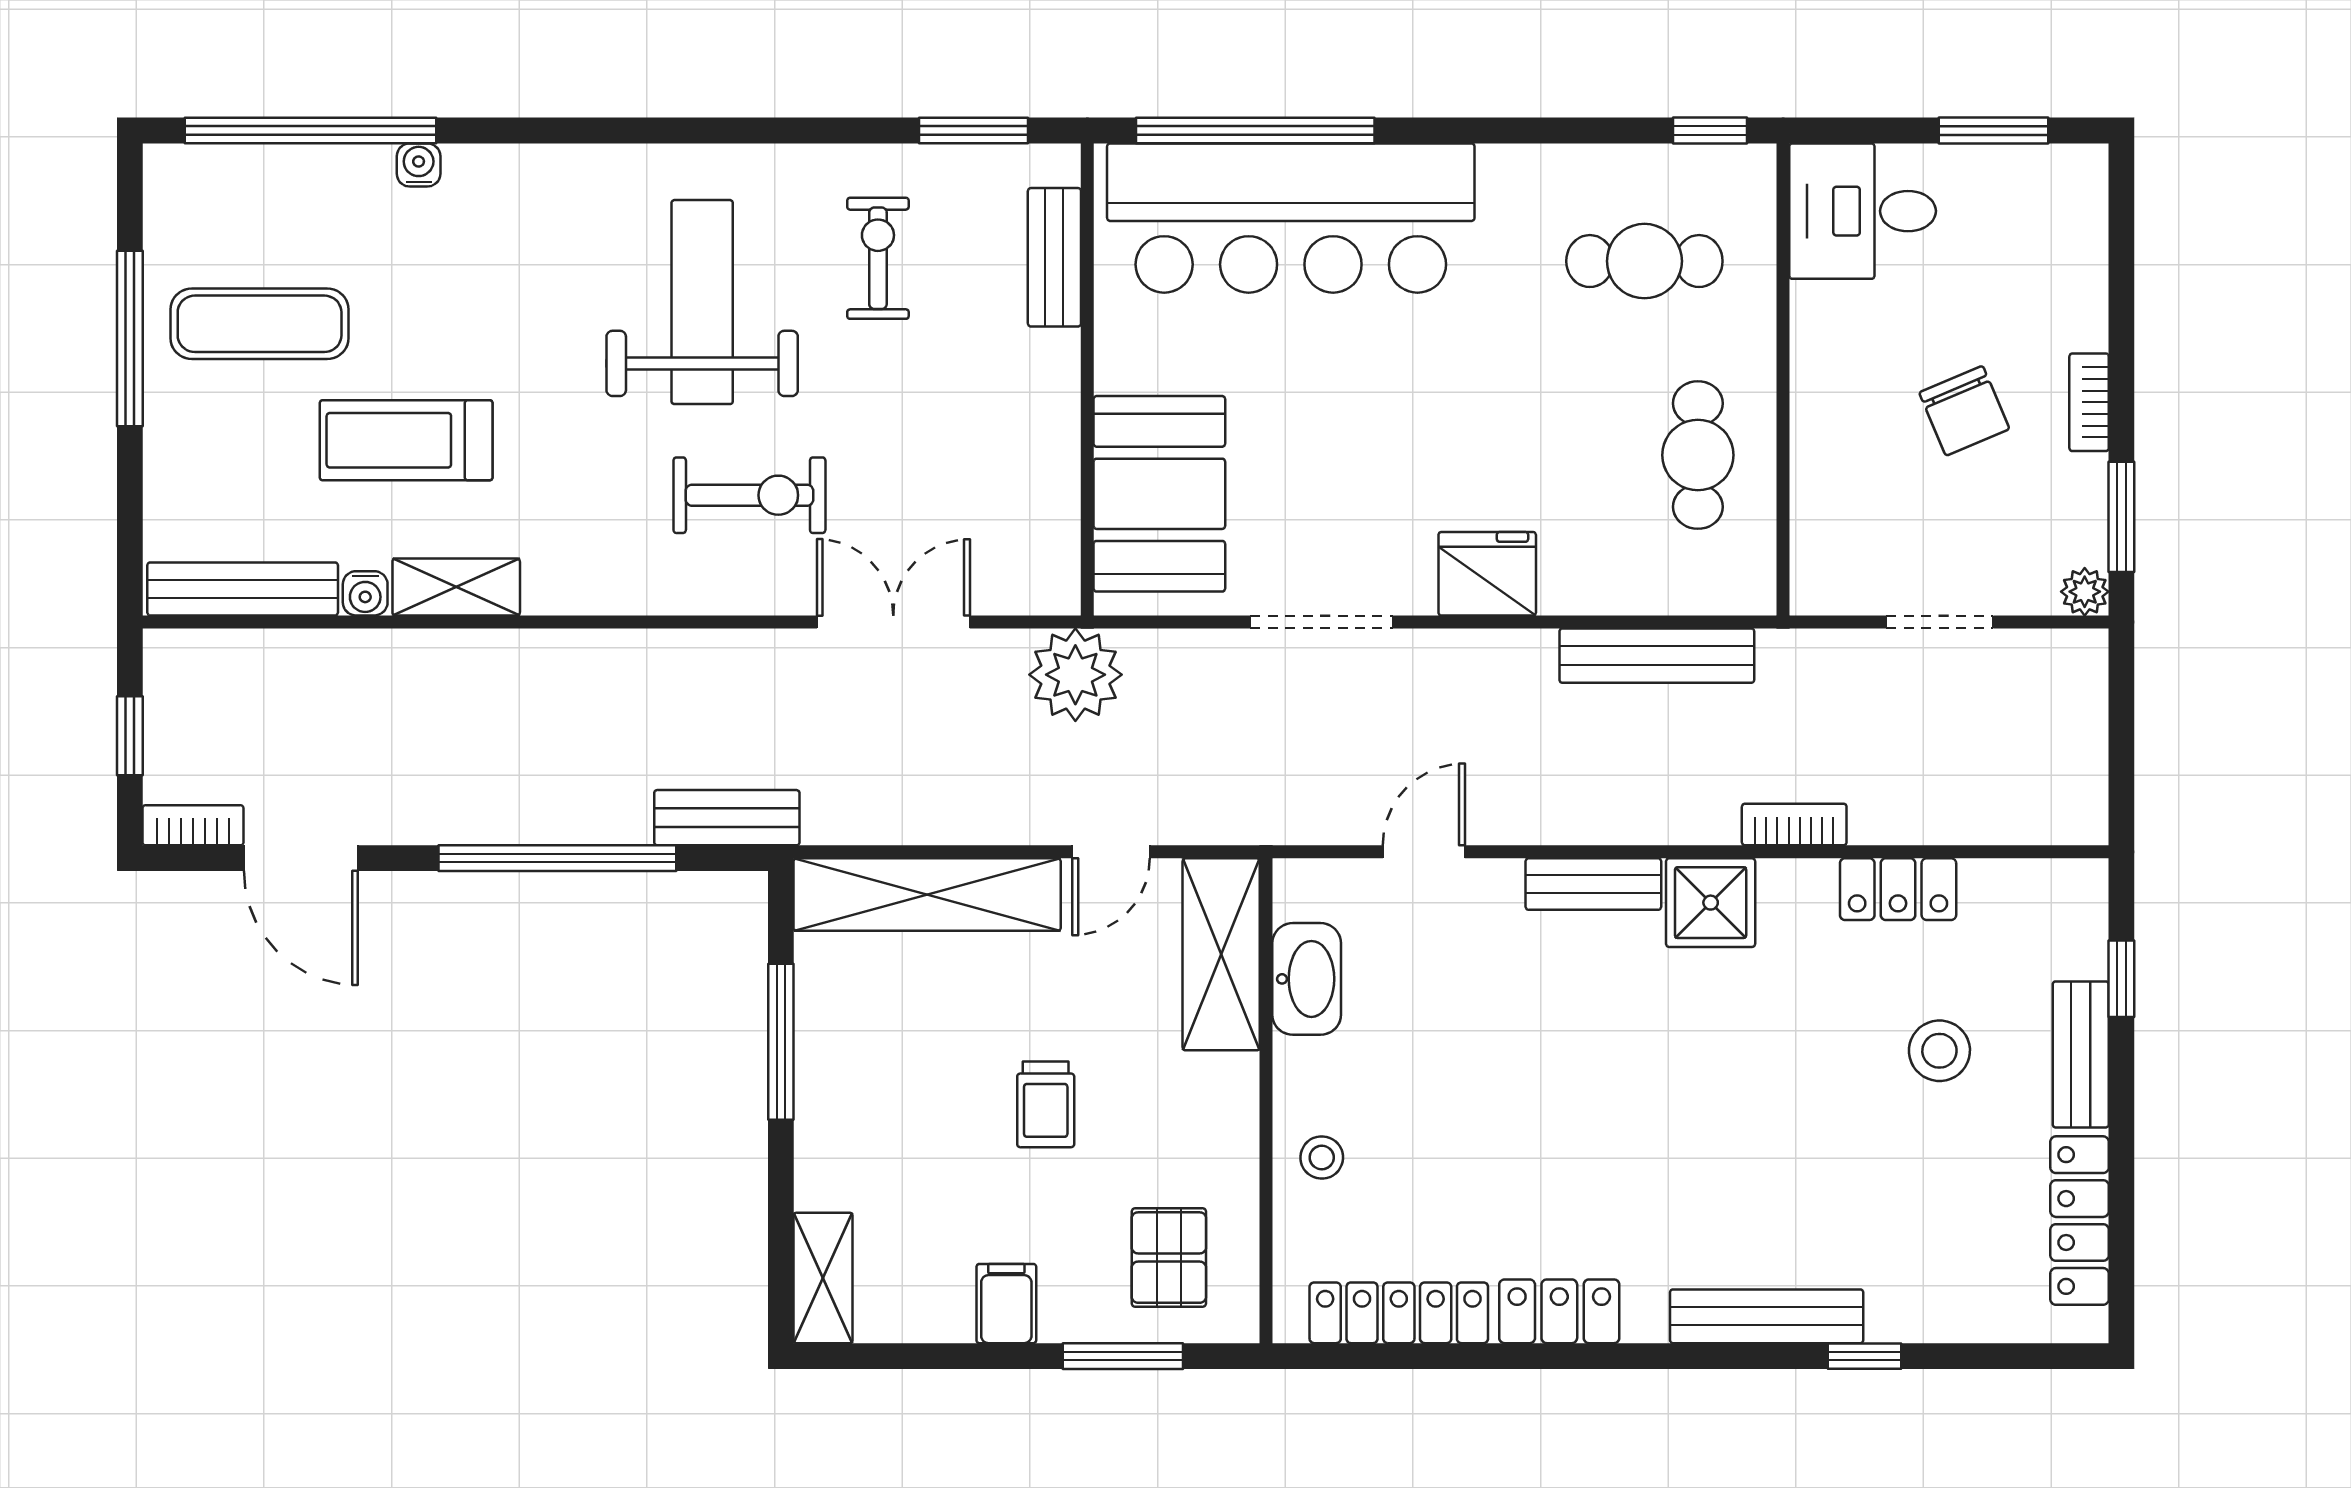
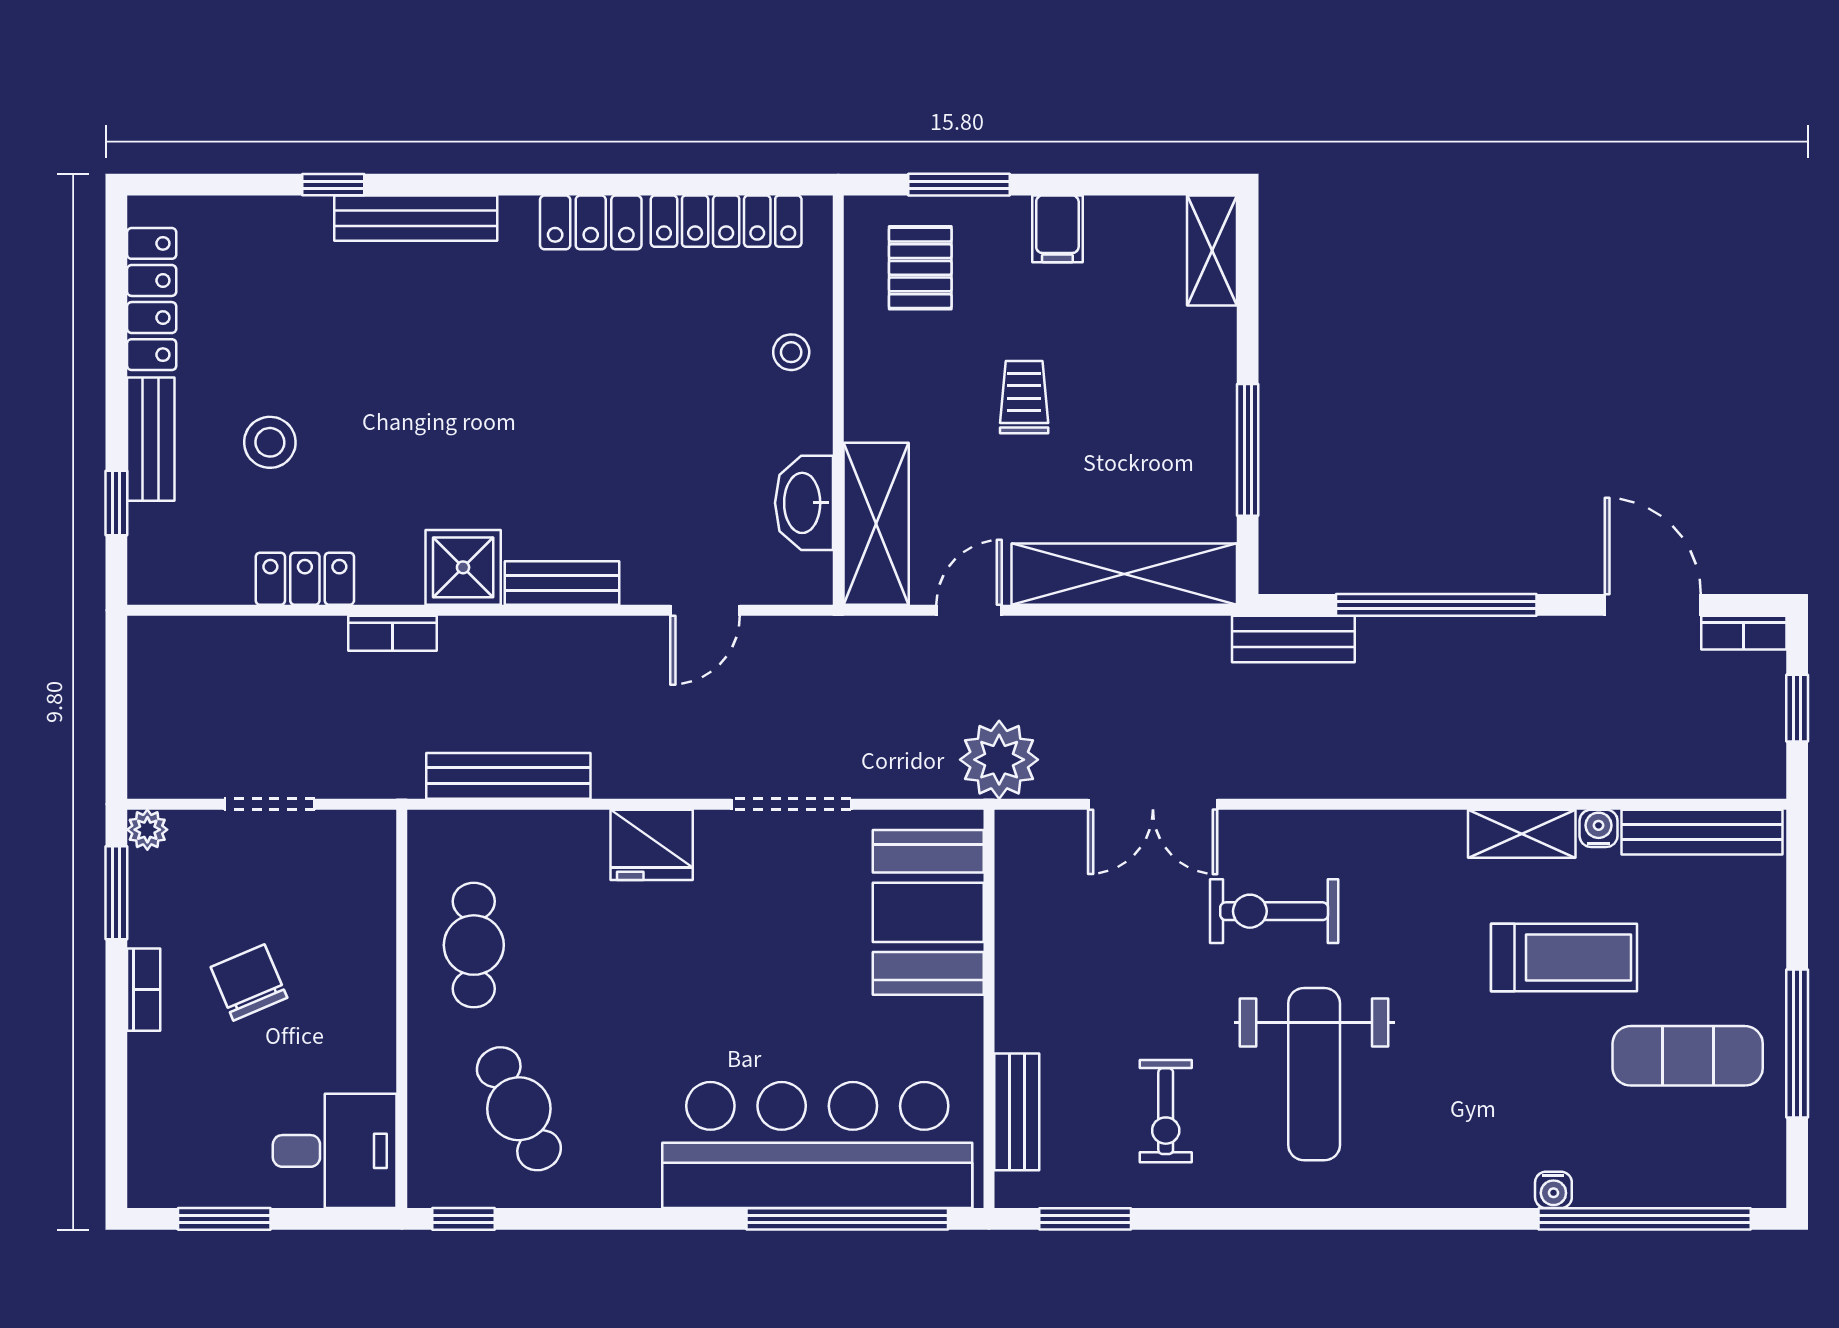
cafe table: (1644, 261) -> (519, 1109), turned 64

